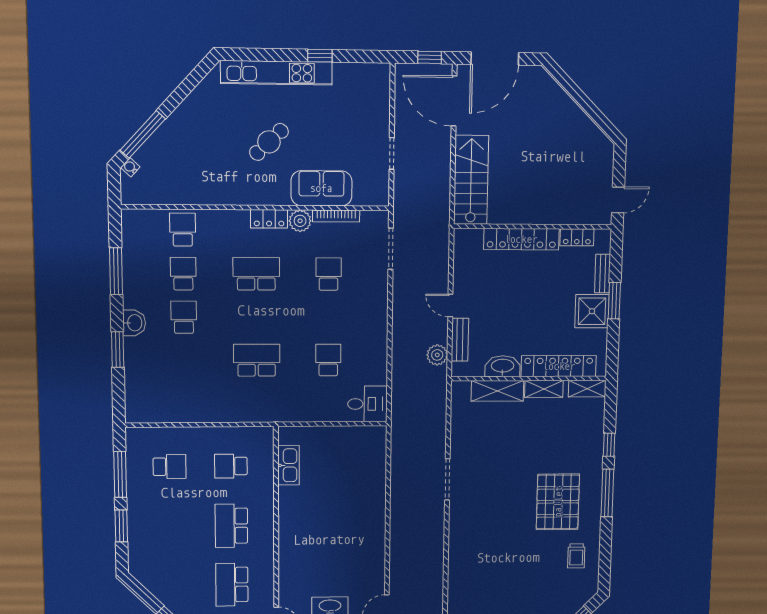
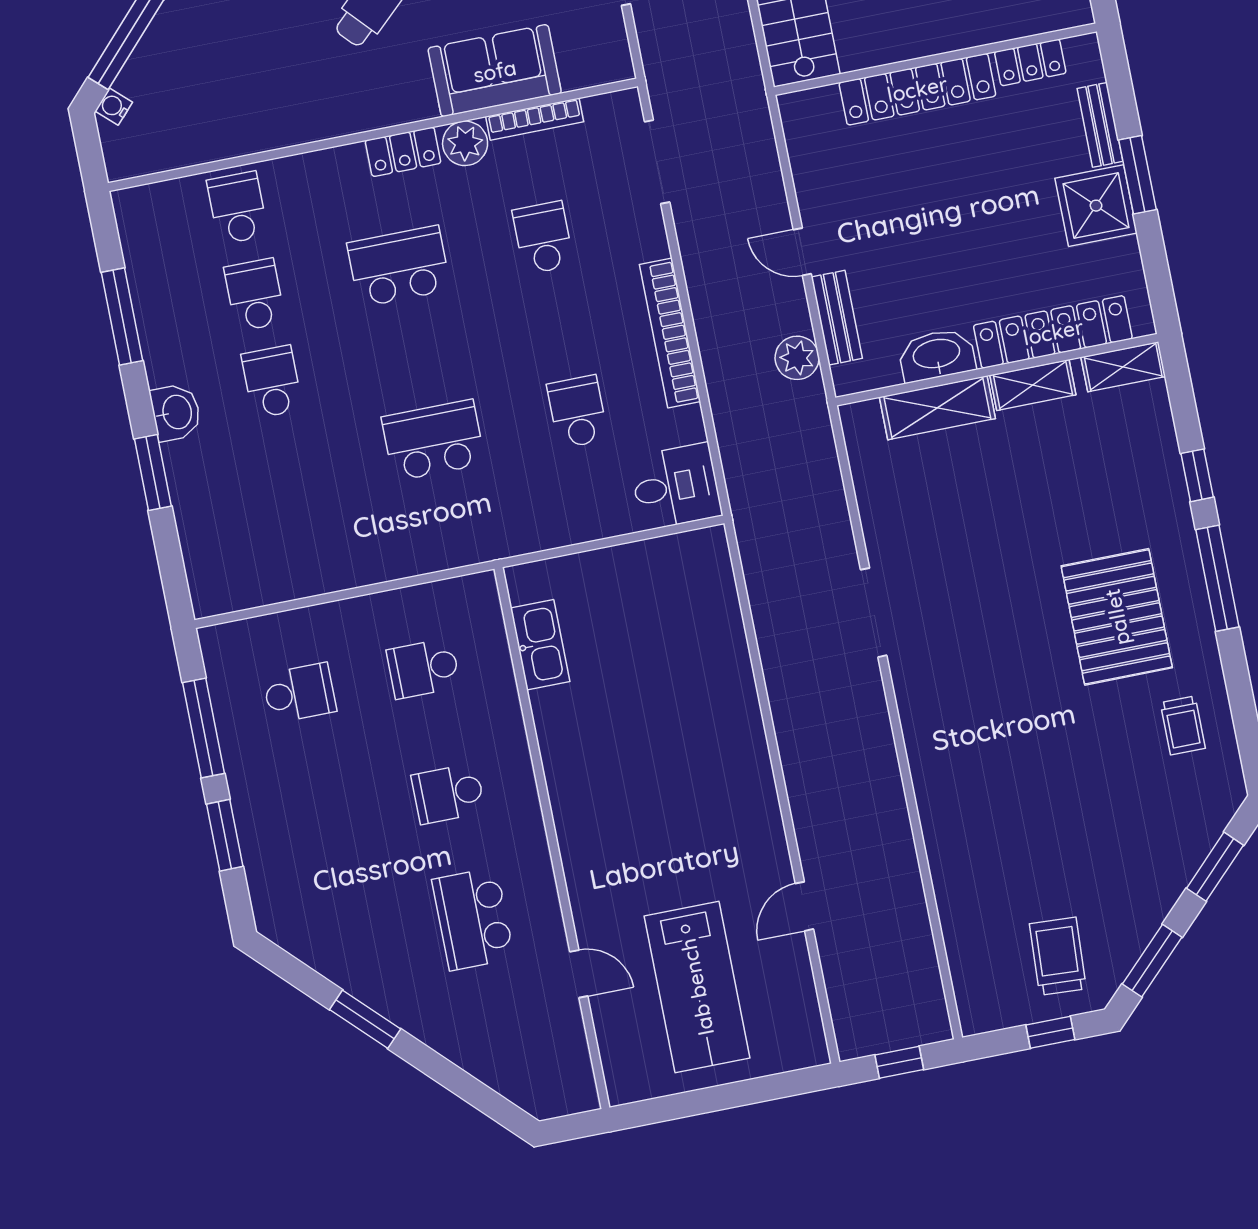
bookcase: (380, 331) -> (670, 333), added
school desk: (231, 526) -> (448, 794), width x0.54

